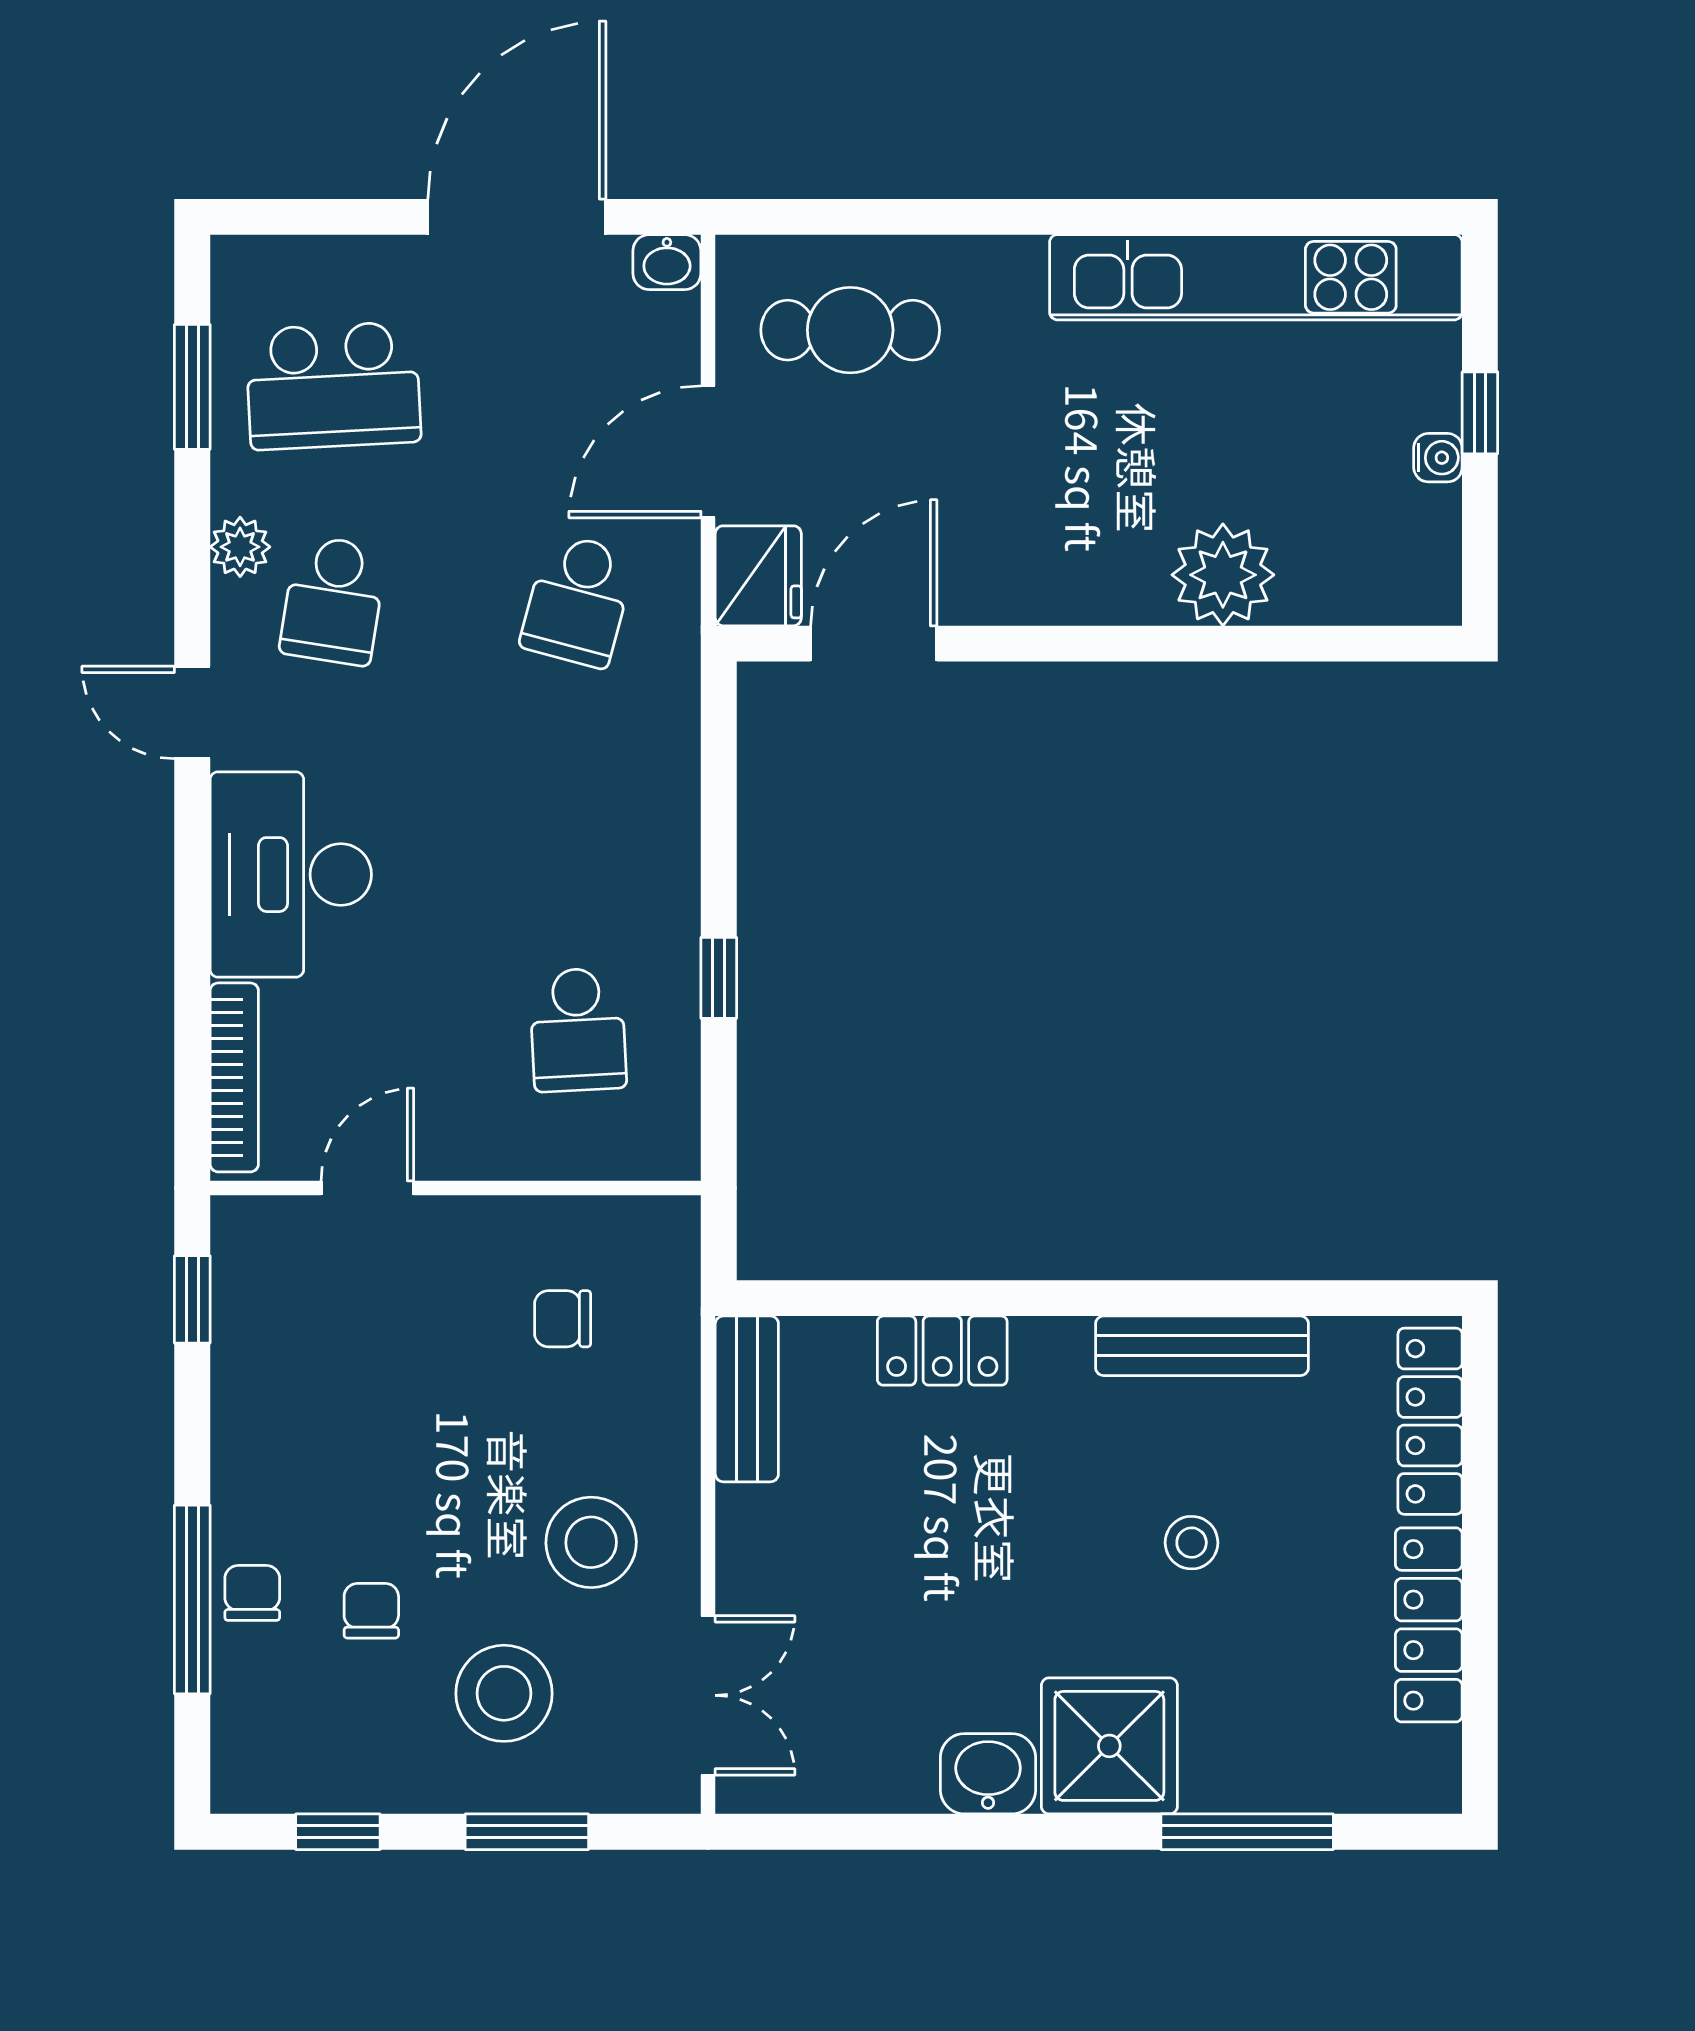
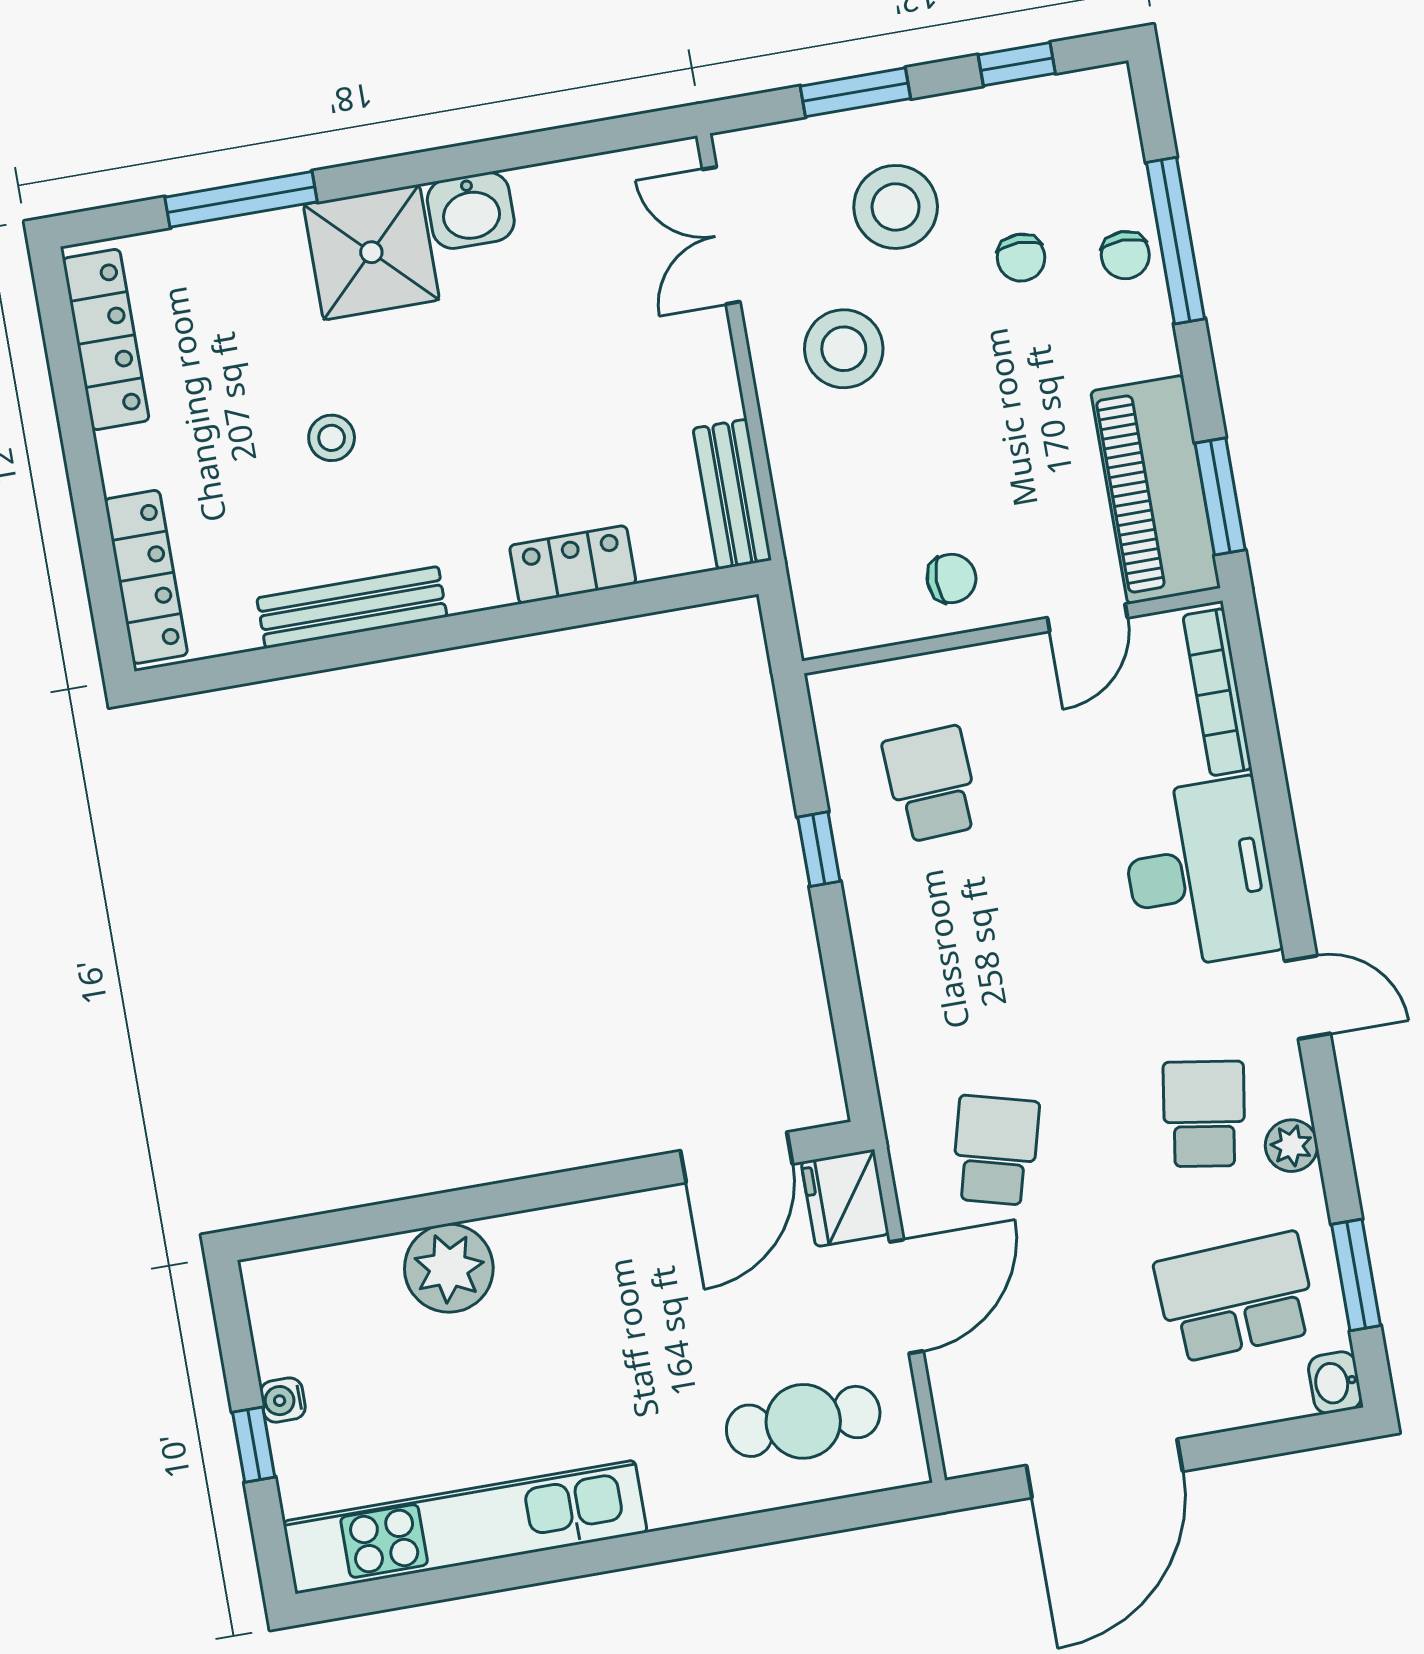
washbasin: (667, 262) -> (1335, 1383), moved, turned -90
window: (192, 1299) -> (1220, 497), width x1.50
chair: (563, 1319) -> (951, 578), moved
piano: (264, 1320) -> (1156, 490), added
locker: (1429, 1625) -> (106, 340), moved

